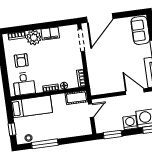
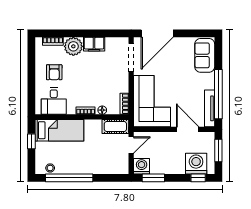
corner sofa: (103, 73) -> (152, 101), added
washing machine: (130, 123) -> (142, 166), moved
window: (12, 129) -> (31, 141), moved
window: (45, 144) -> (69, 178), width x1.46

